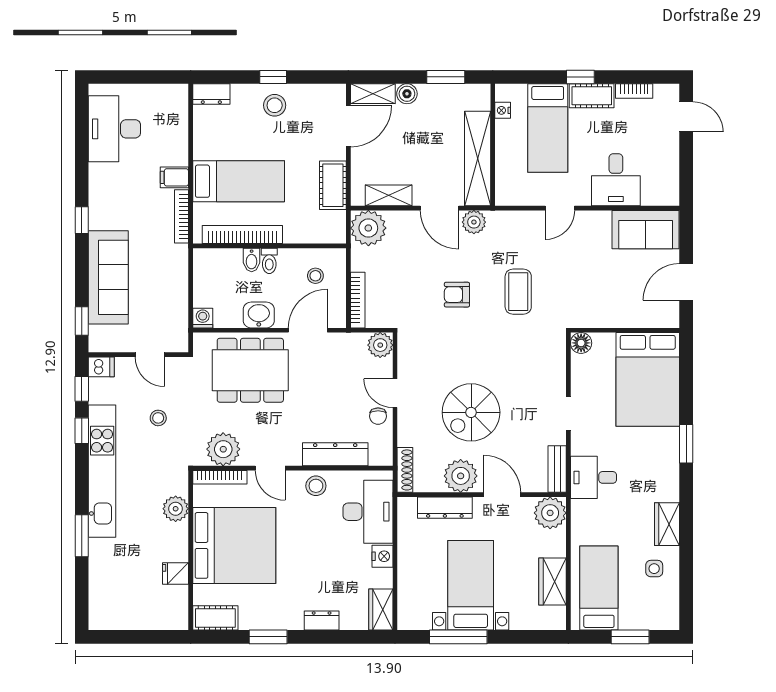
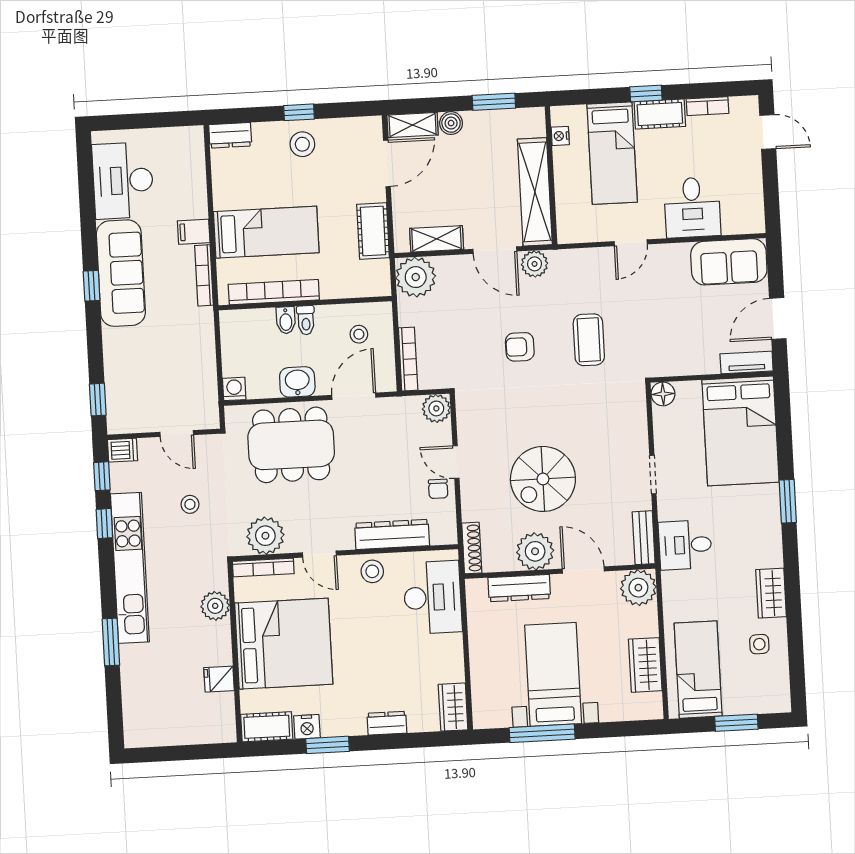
sofa: (108, 277) -> (121, 273), moved
tv unit: (656, 319) -> (747, 362), added
nightstand: (382, 556) -> (307, 727), moved, turned 90

